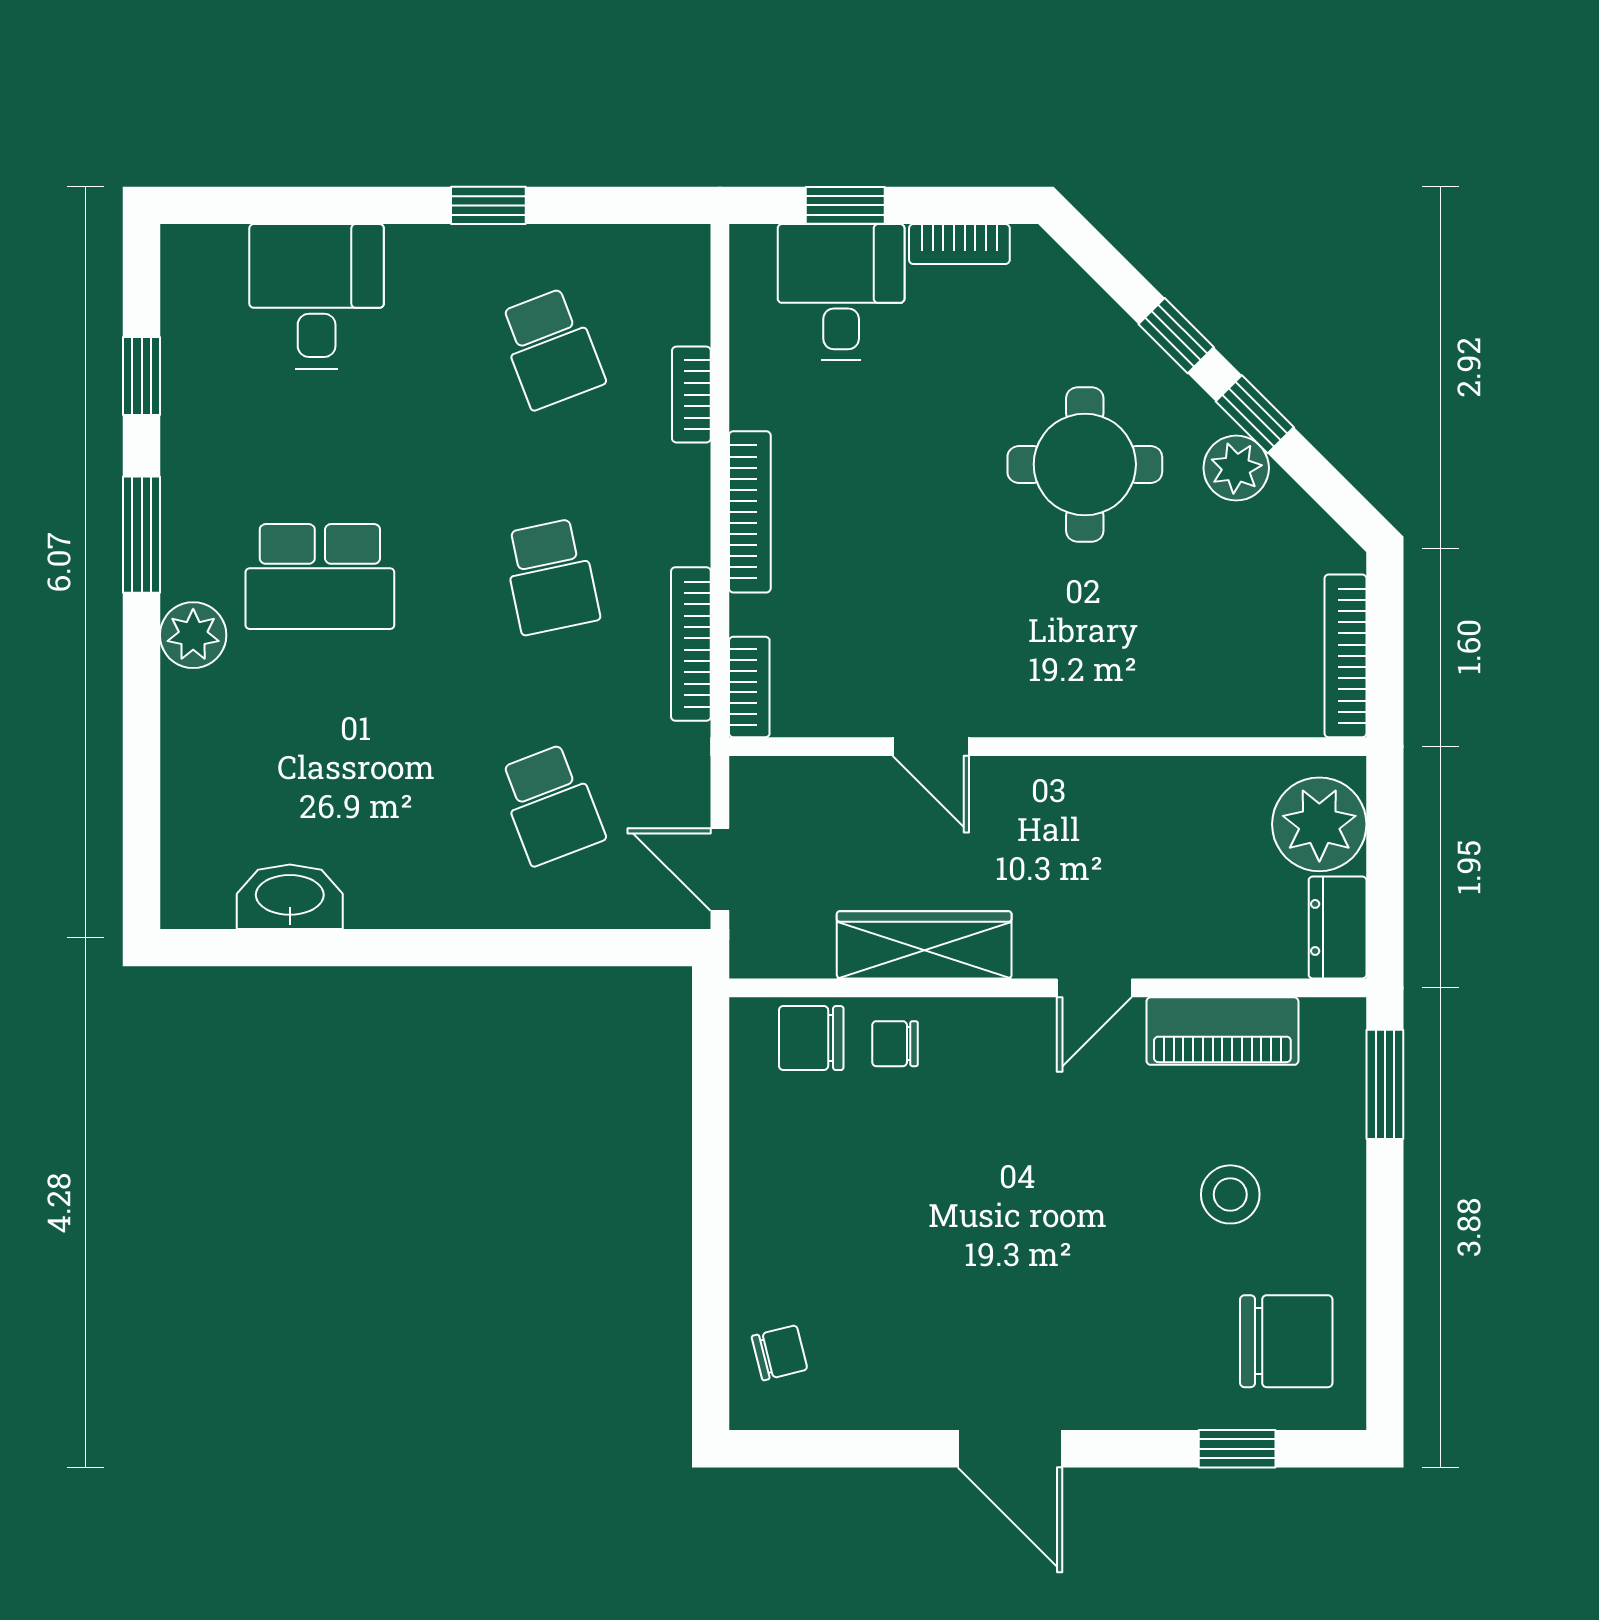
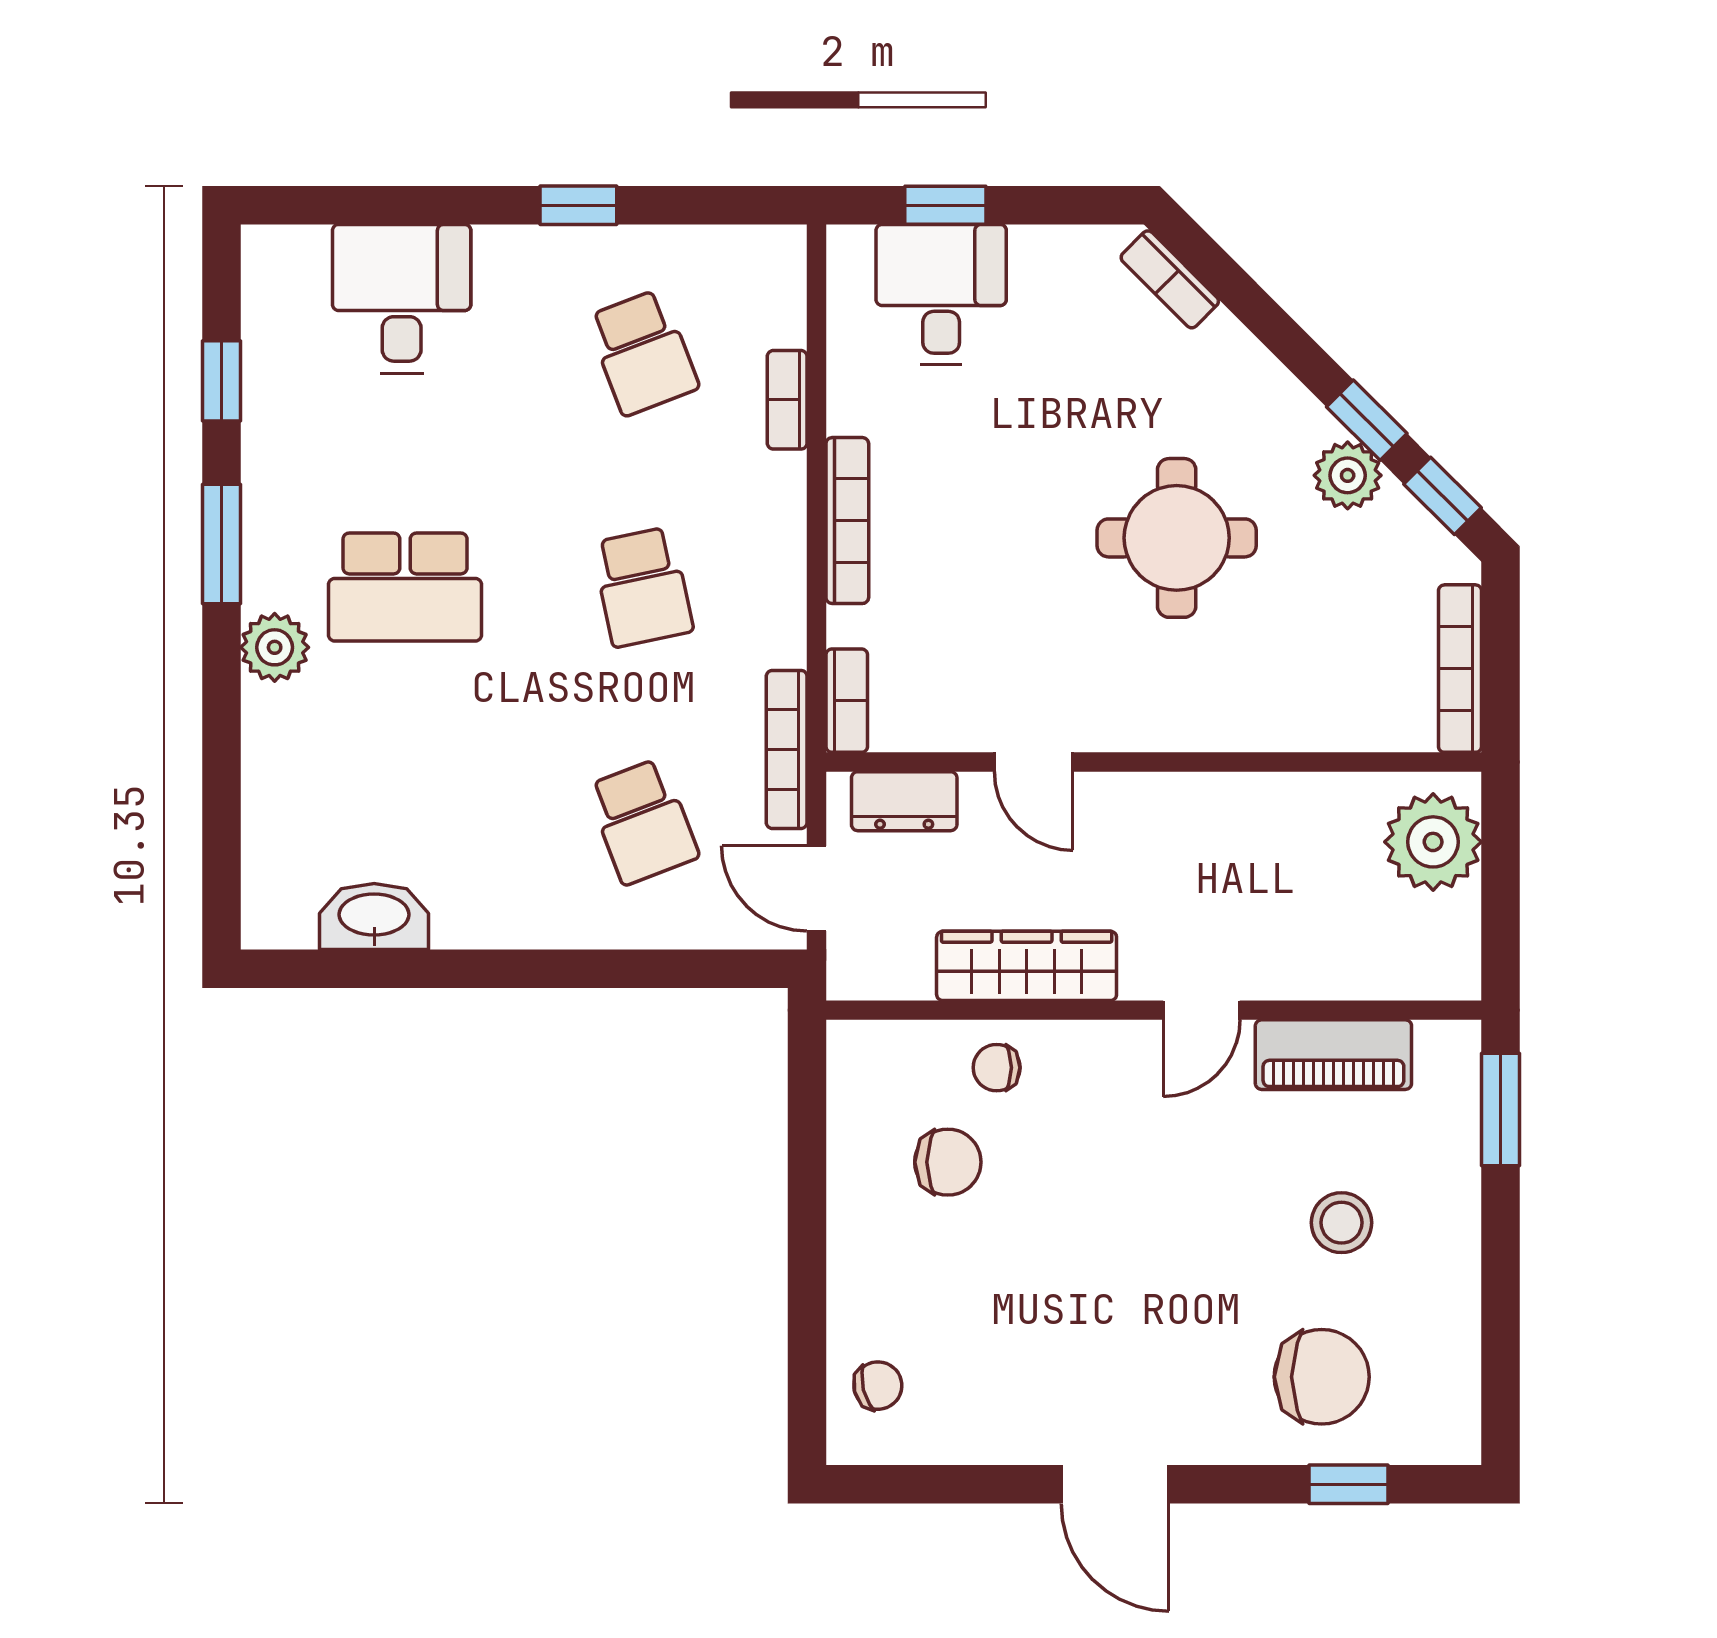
bookcase: (959, 244) -> (1170, 279), moved, turned 45
window: (1176, 336) -> (1442, 496), moved
round table: (1085, 464) -> (1177, 538), moved
bookcase: (691, 644) -> (787, 749), moved
dresser: (1338, 927) -> (904, 801), moved, turned -90
chair: (811, 1038) -> (948, 1162), moved, turned 180
chair: (1286, 1341) -> (1322, 1377), moved

